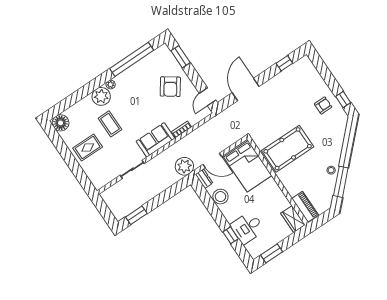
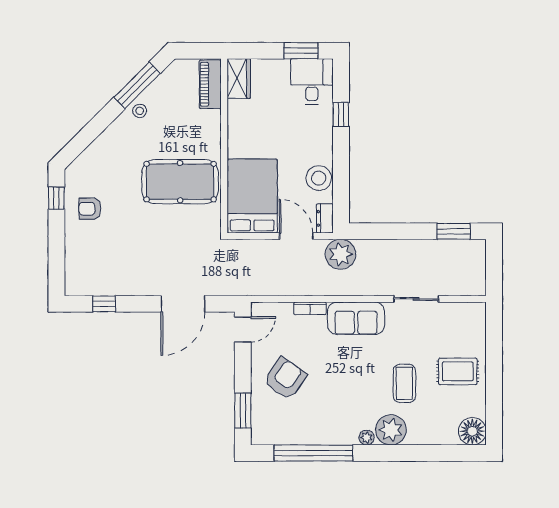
desk: (247, 228) -> (312, 81), moved, turned -90

